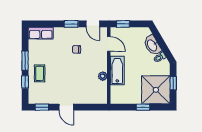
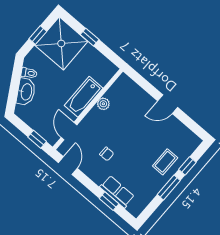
window: (71, 24) -> (109, 201), moved
row of seats: (41, 33) -> (117, 192), moved
window: (42, 107) -> (192, 125), removed
door: (66, 107) -> (168, 104), swing flipped

